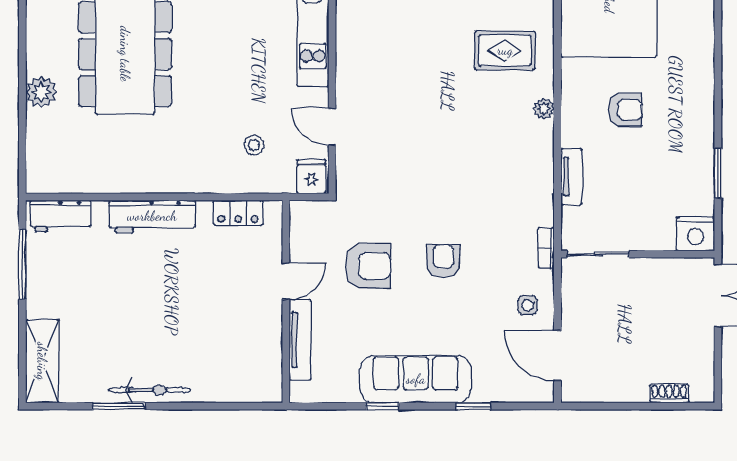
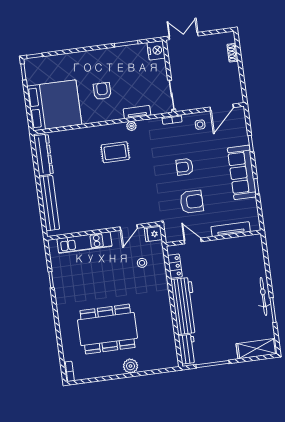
rug: (505, 50) -> (115, 152), moved, turned 90
plant: (544, 109) -> (131, 126), moved
workbench: (152, 216) -> (184, 306), width x1.36, depth x1.32
armchair: (368, 266) -> (192, 202), turned 90
door: (286, 281) -> (193, 241), moved

